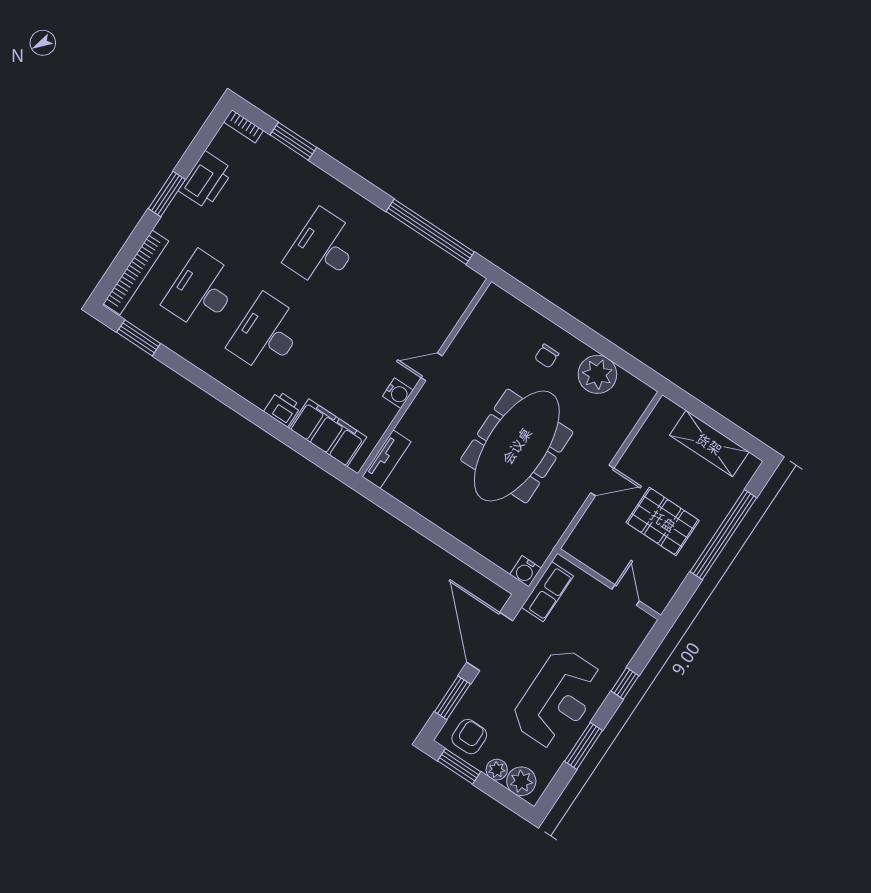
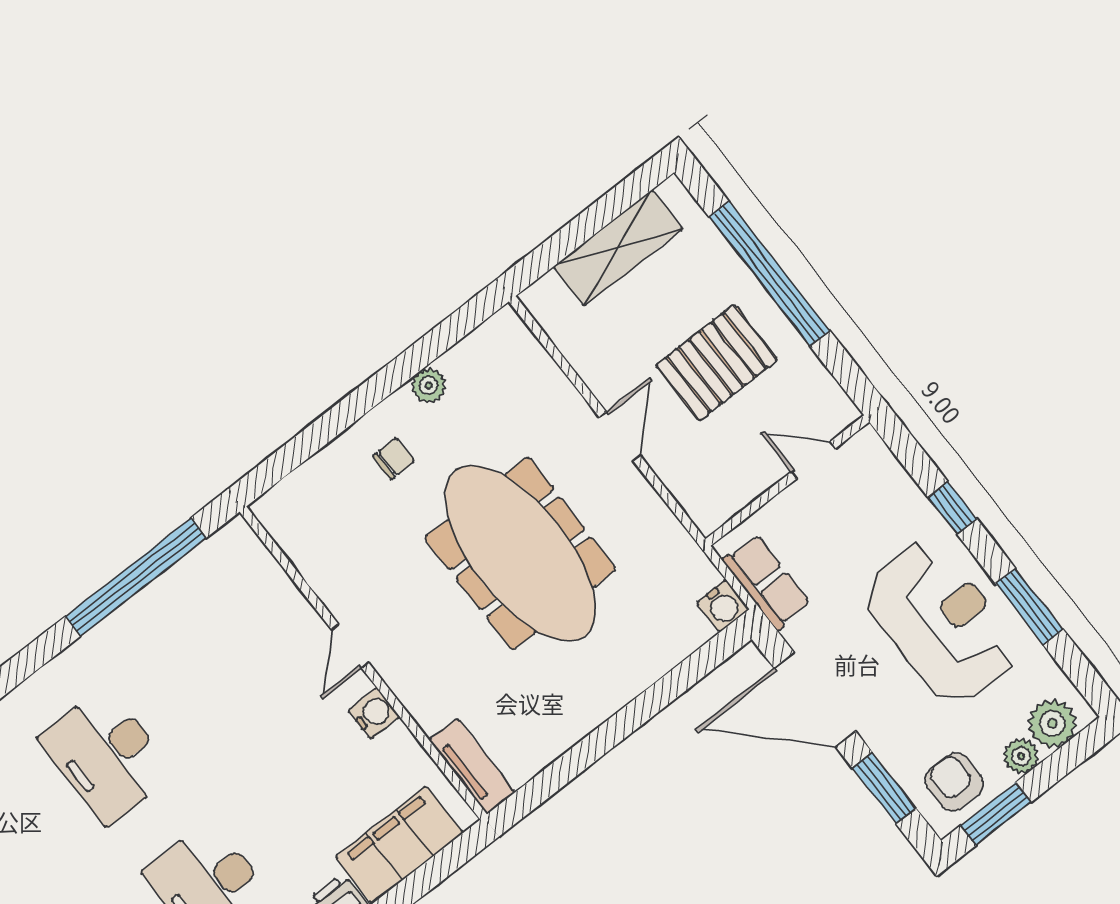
chair: (547, 356) -> (394, 459), turned -90
plant: (597, 374) -> (429, 385), width x0.53, depth x0.53

